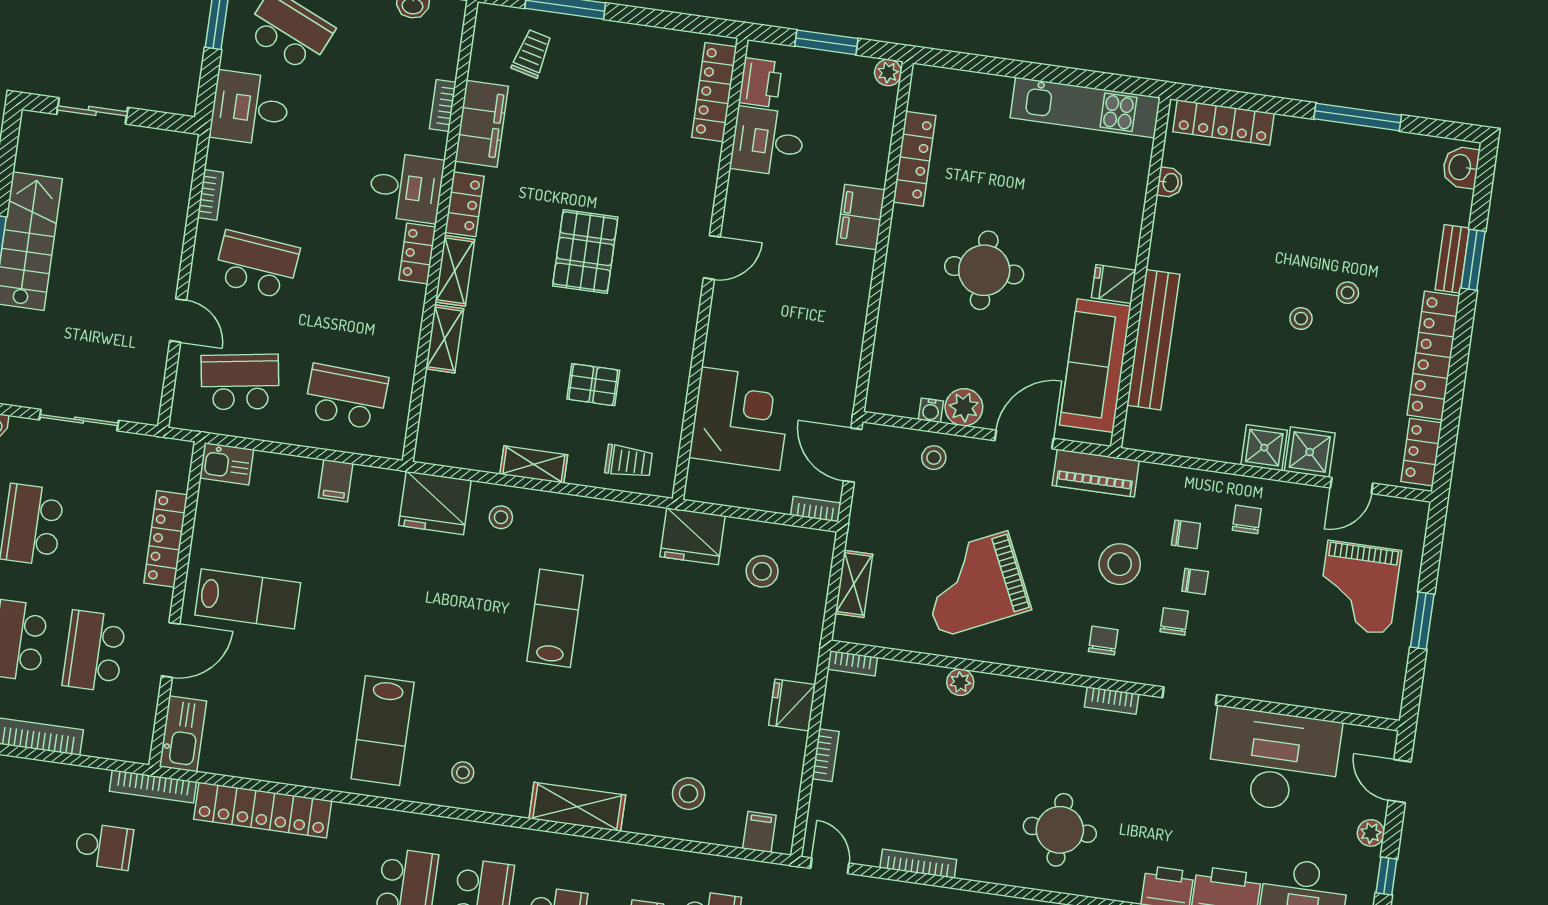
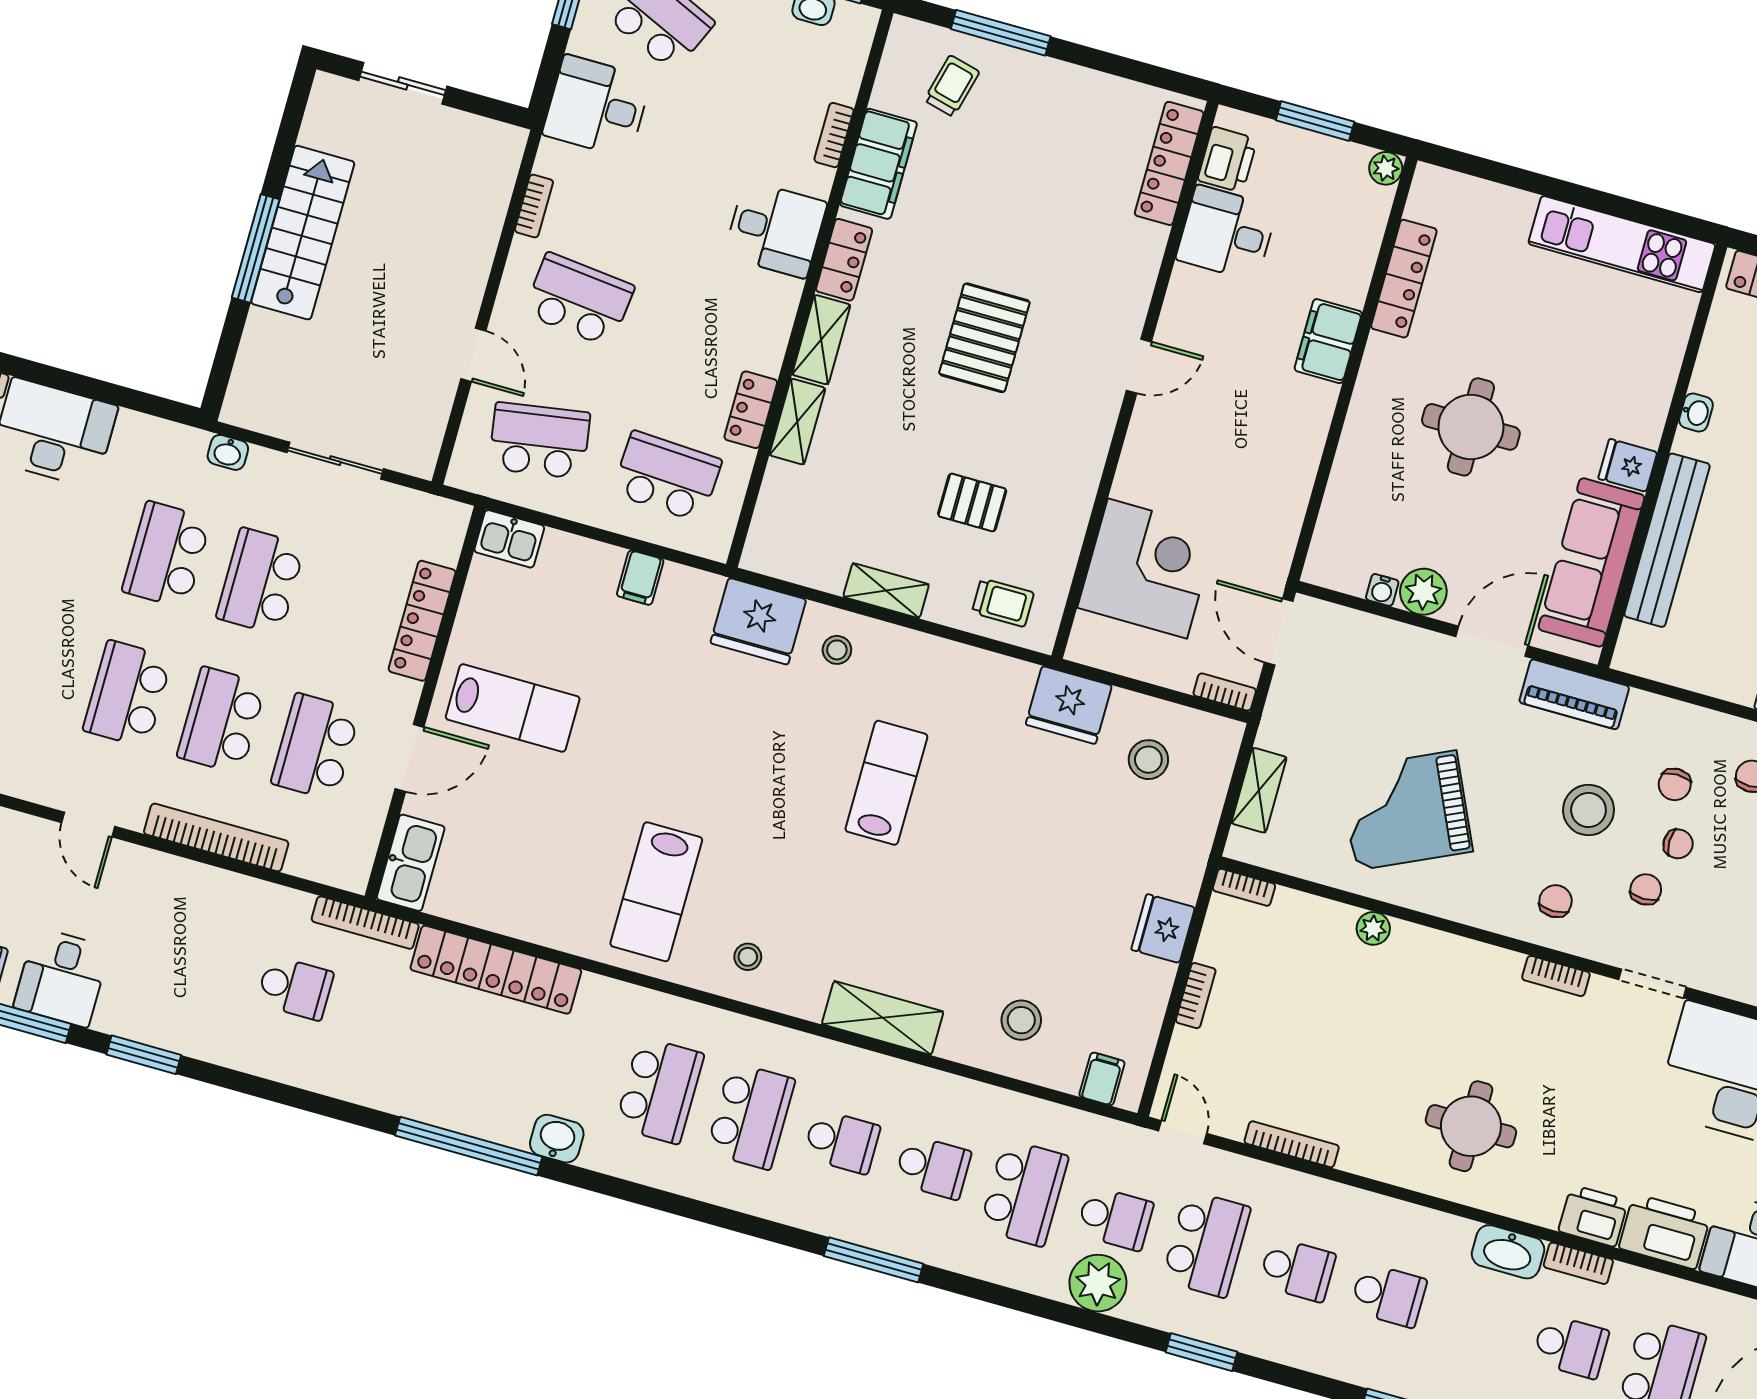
washbasin: (1170, 182) -> (1696, 413), moved
locker: (417, 253) -> (751, 410), moved
stool: (934, 458) -> (1378, 649), removed
chair: (1186, 534) -> (1675, 784), turned 90

